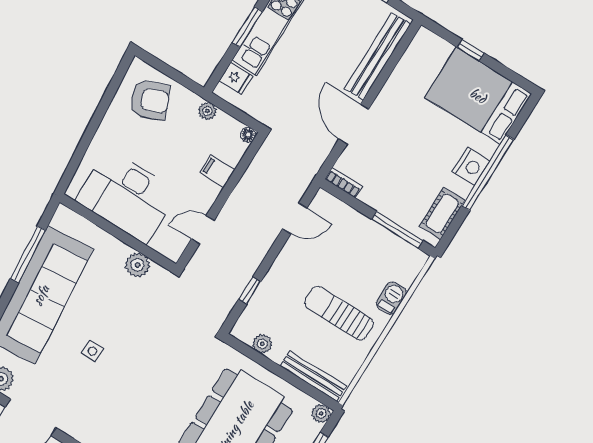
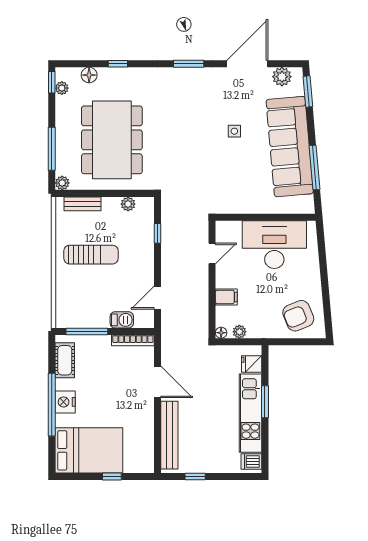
plant: (207, 111) -> (239, 332), moved
bookcase: (344, 183) -> (133, 340), width x1.56
plant: (137, 265) -> (240, 205), removed
barbecue: (391, 298) -> (122, 320), moved, turned -90
bench: (313, 376) -> (83, 204), width x0.73

